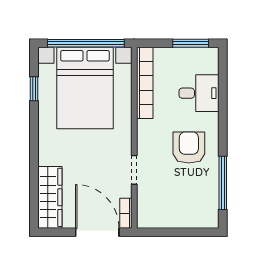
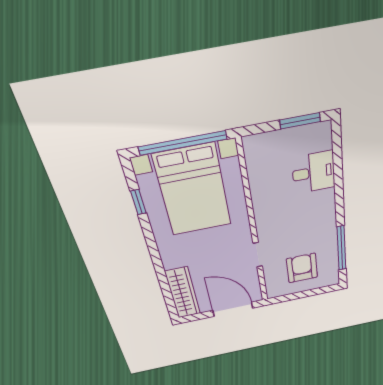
bookcase: (145, 83) -> (256, 173), removed
armchair: (189, 148) -> (302, 268), moved
bookcase: (126, 213) -> (256, 290), removed

